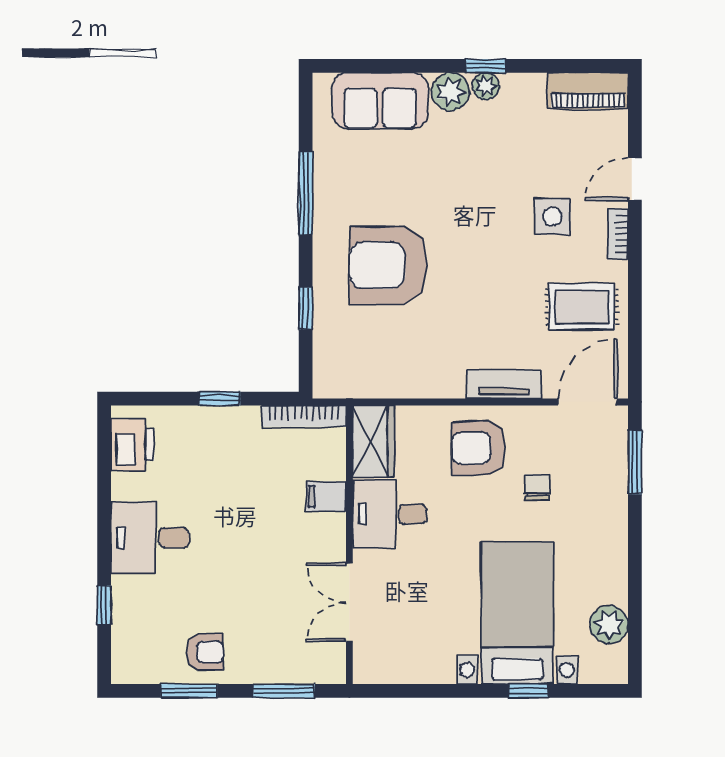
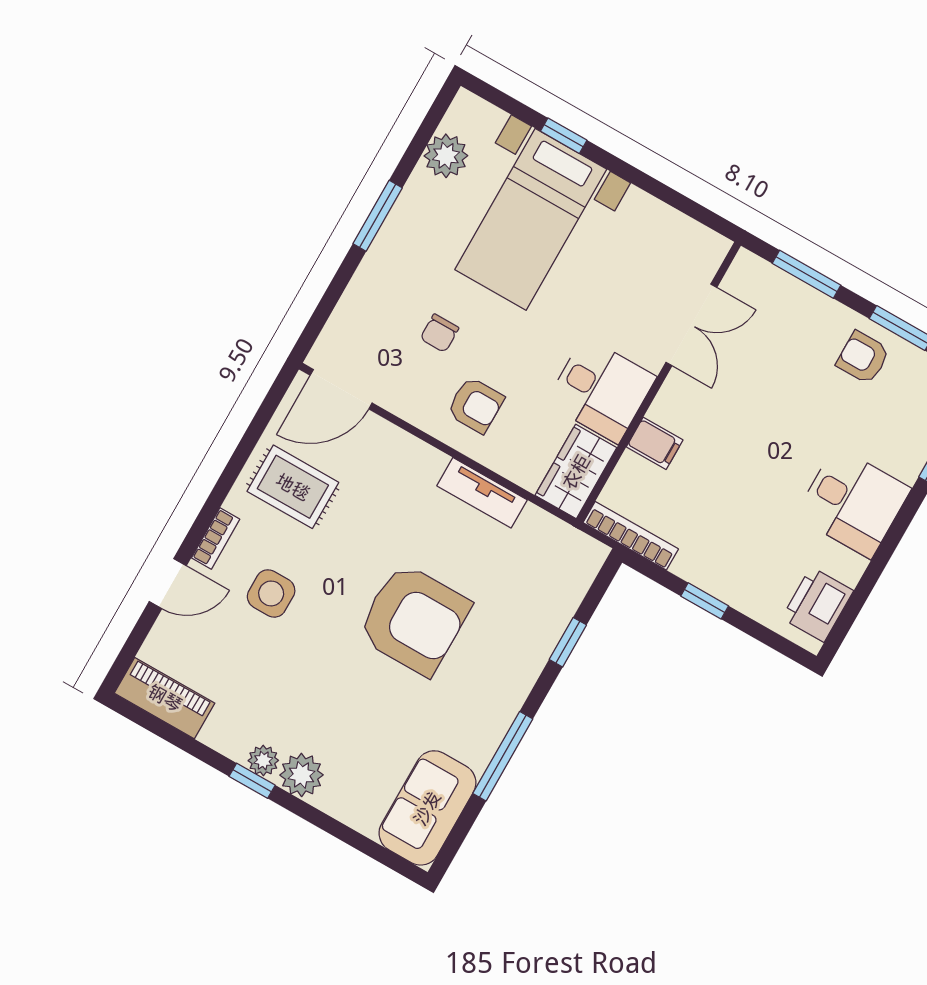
sofa: (380, 101) -> (427, 808), moved, turned -90
armchair: (388, 265) -> (414, 619), moved
tv unit: (504, 384) -> (482, 493), moved
armchair: (479, 448) -> (475, 405), width x0.72, depth x0.72
window: (635, 462) -> (378, 216), moved

